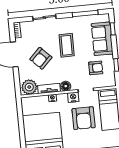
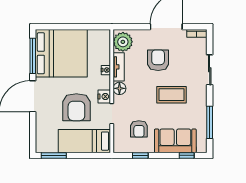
armchair: (41, 58) -> (158, 60), turned 45
armchair: (84, 118) -> (76, 107), turned -90

